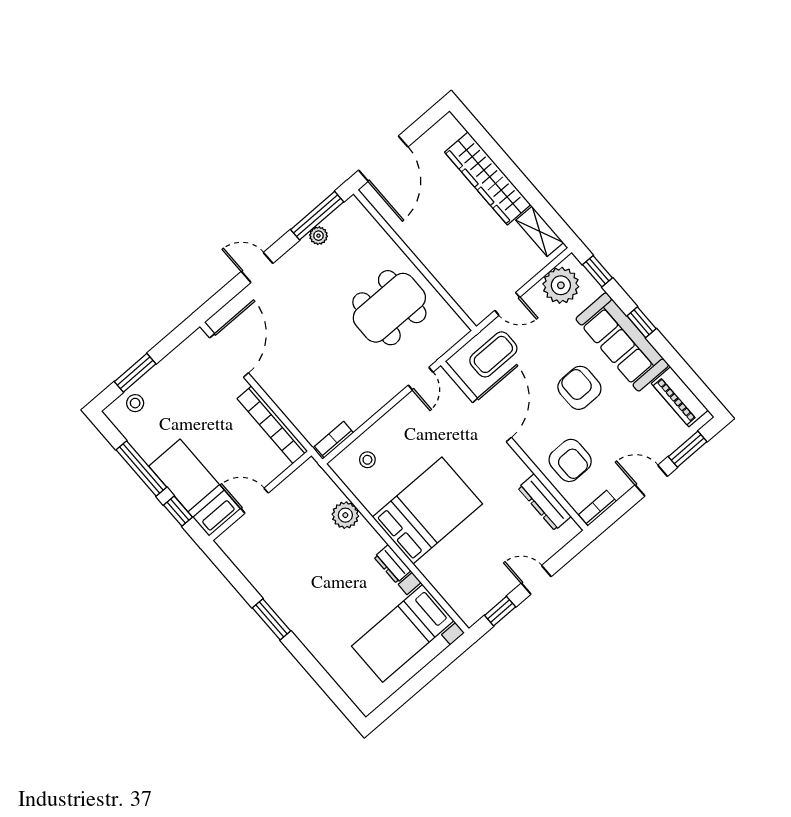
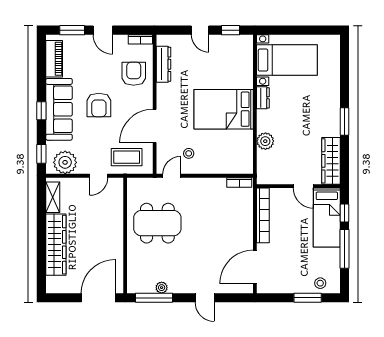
door: (507, 304) -> (99, 176), swing flipped
stool: (367, 460) -> (189, 153), moved
wardrobe: (247, 559) -> (331, 161), added

